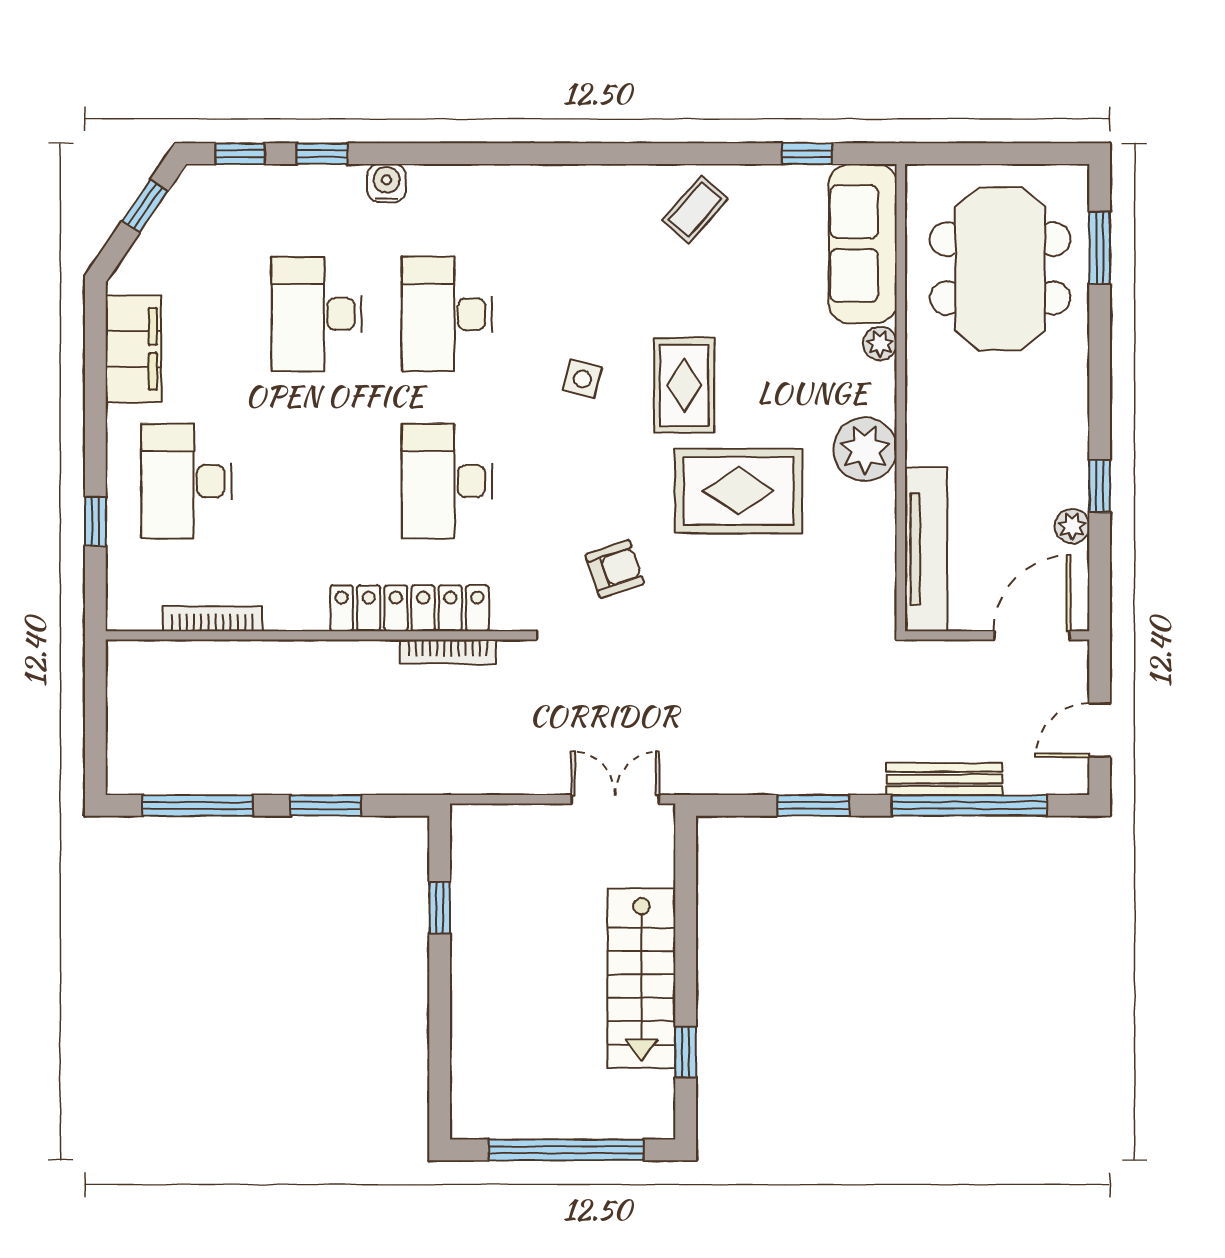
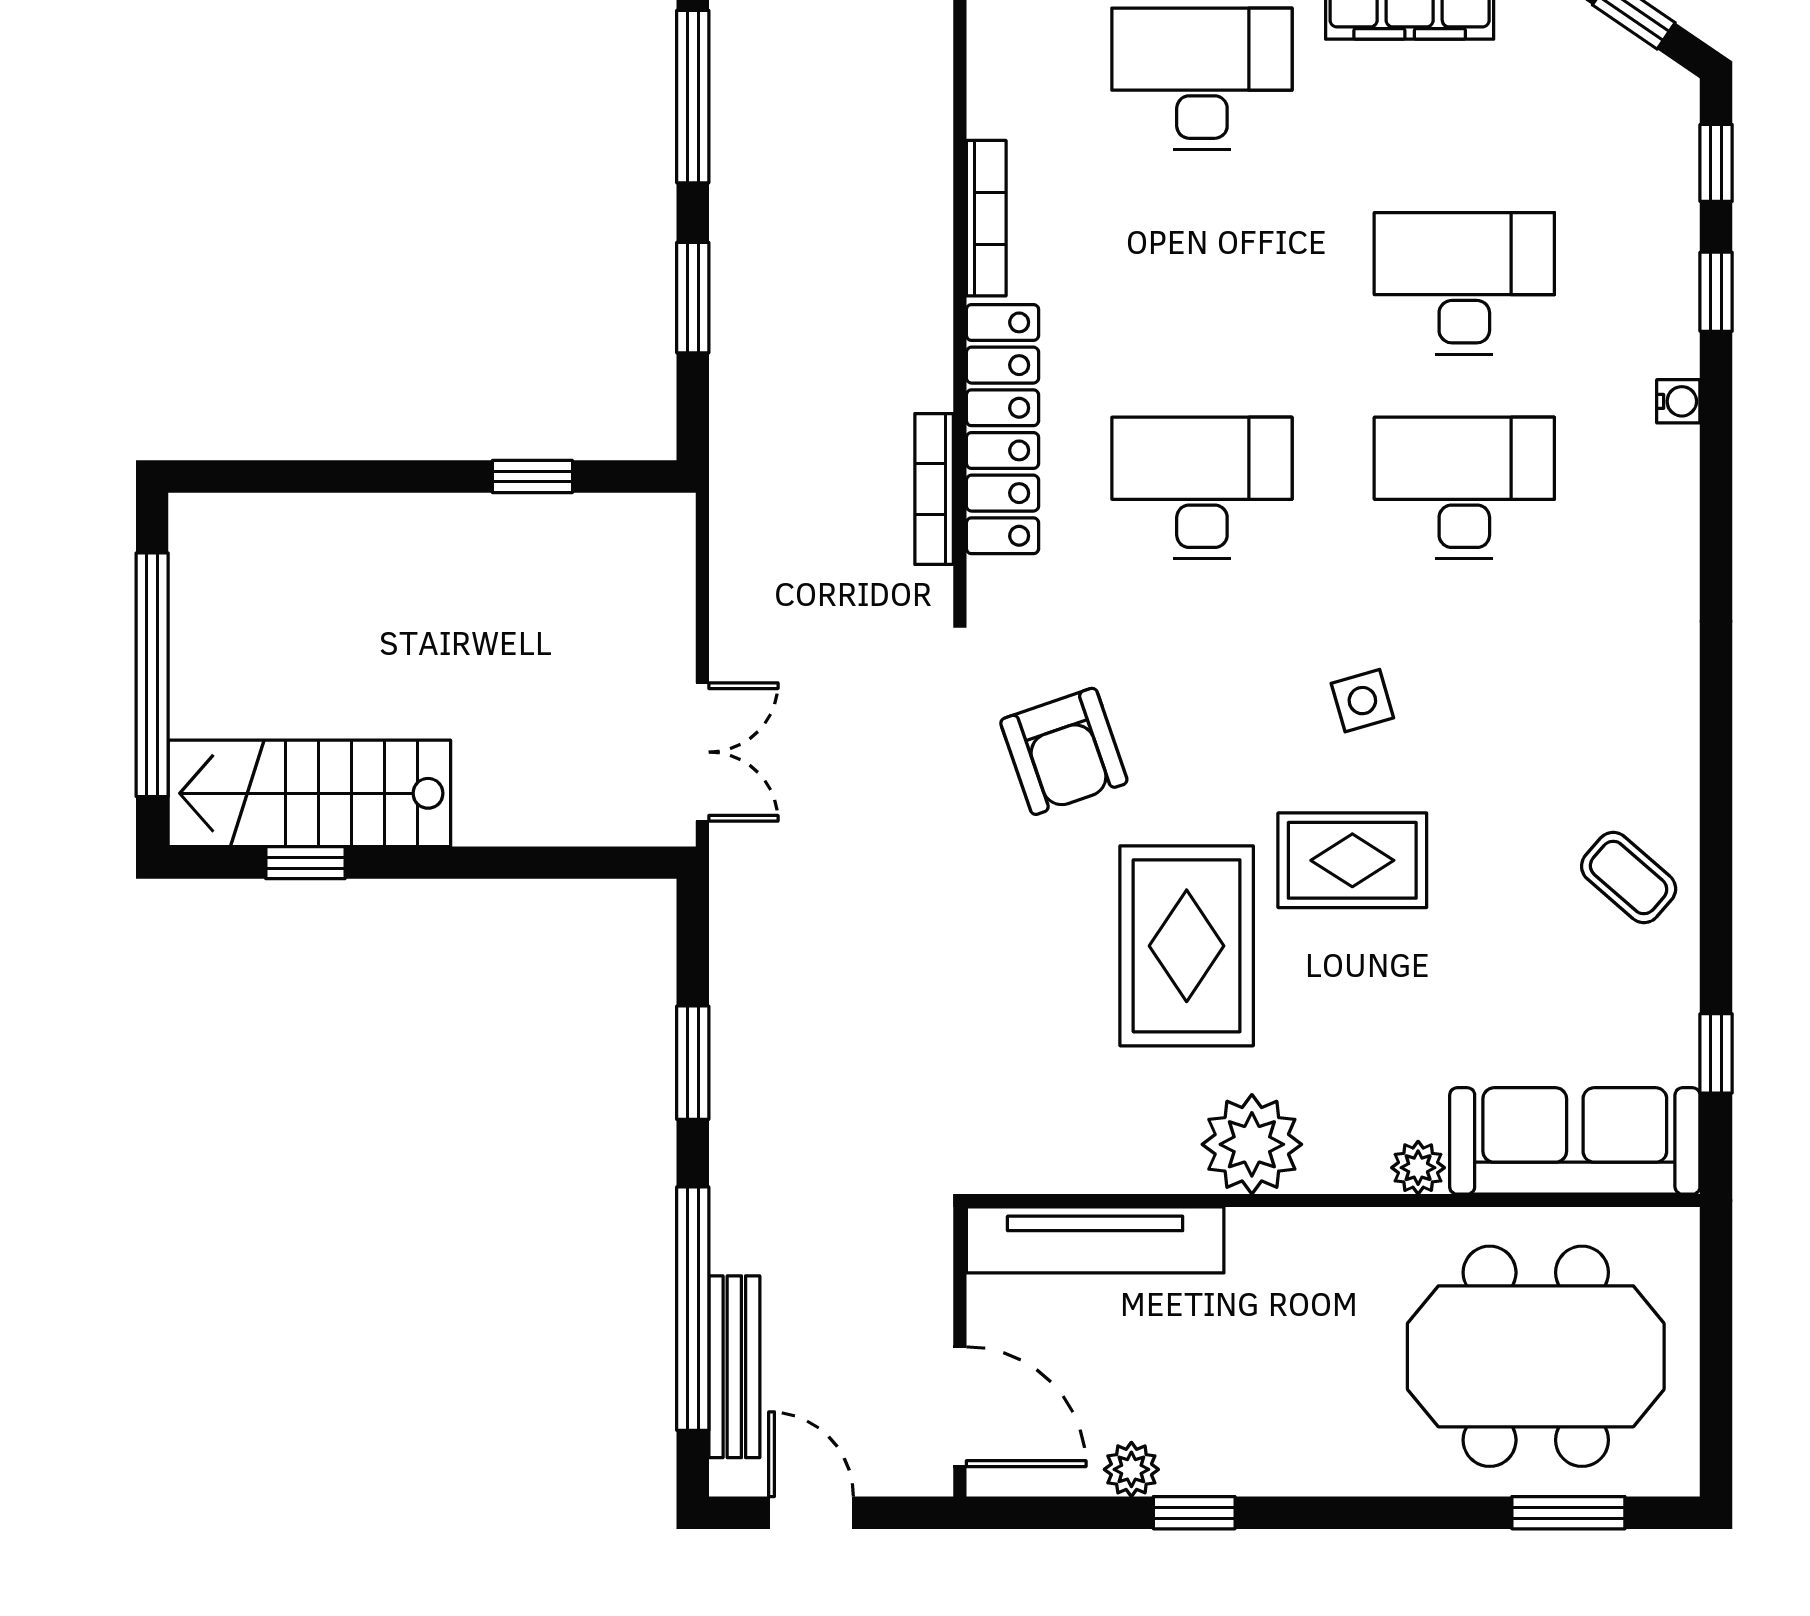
water cooler: (387, 183) -> (1678, 401), width x0.72, depth x0.72
side table: (582, 379) -> (1362, 701), turned -30
armchair: (615, 569) -> (1064, 751), width x1.38, depth x1.38
bookcase: (212, 619) -> (986, 218), moved
bench: (944, 779) -> (734, 1367), moved
stairs: (641, 978) -> (309, 793), moved

